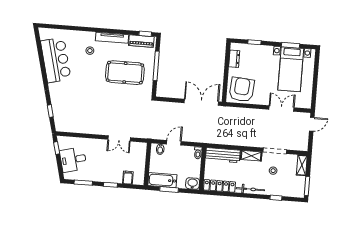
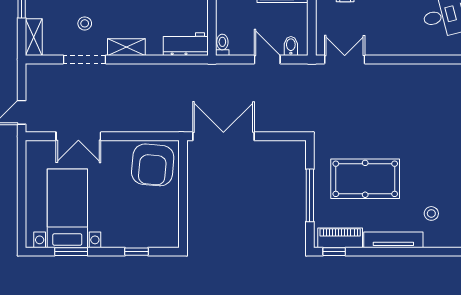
dresser: (234, 59) -> (171, 219), removed
double door: (201, 102) -> (223, 136), swing flipped
double door: (119, 138) -> (345, 59), moved
door: (174, 143) -> (267, 59), swing flipped
workbench: (223, 155) -> (186, 44), width x0.73

